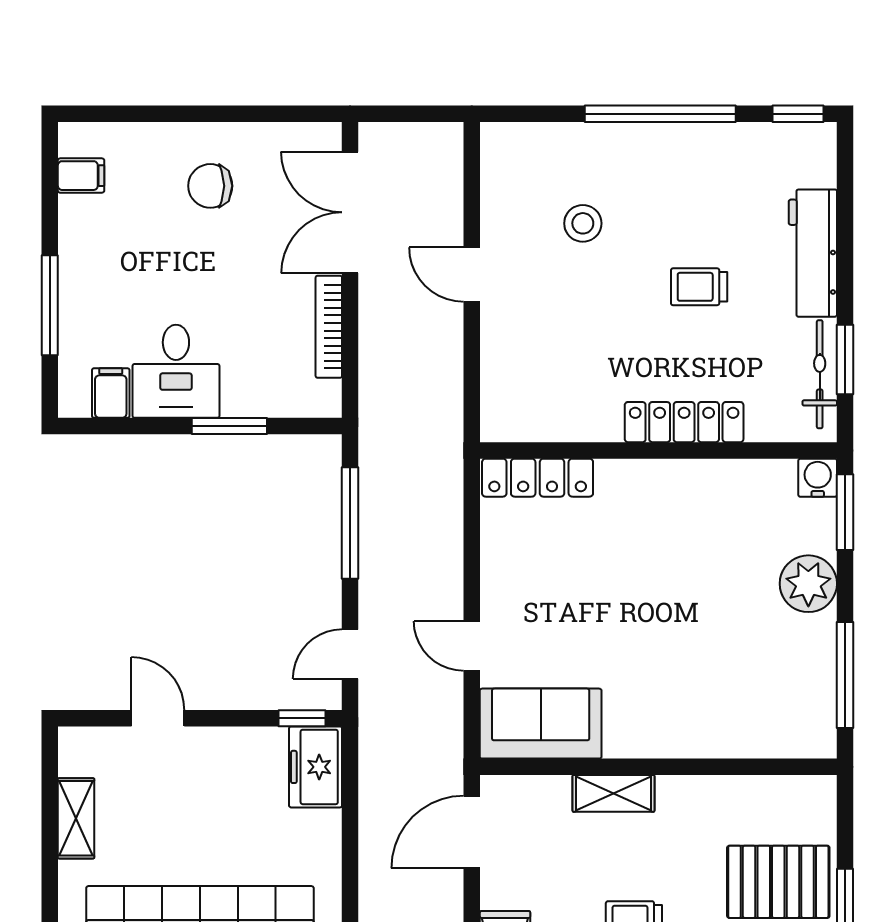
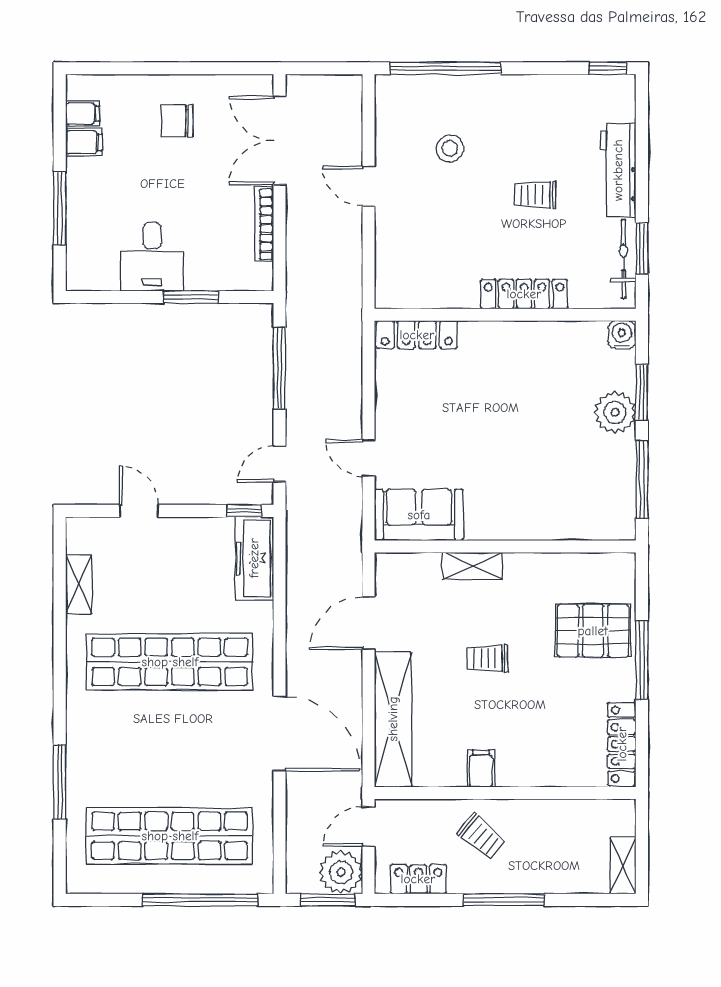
window: (660, 114) -> (446, 68), moved
filing cabinet: (111, 393) -> (84, 142), moved, turned 90
window: (845, 512) -> (642, 392), moved
freezer: (316, 767) -> (254, 558), width x1.40
door: (472, 832) -> (369, 623), moved

